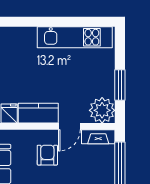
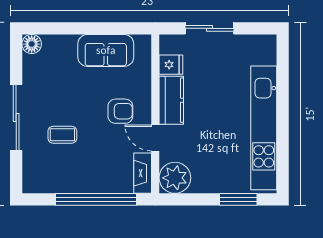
kitchen unit: (75, 37) -> (264, 128), width x1.36
window: (120, 85) -> (238, 199), moved

